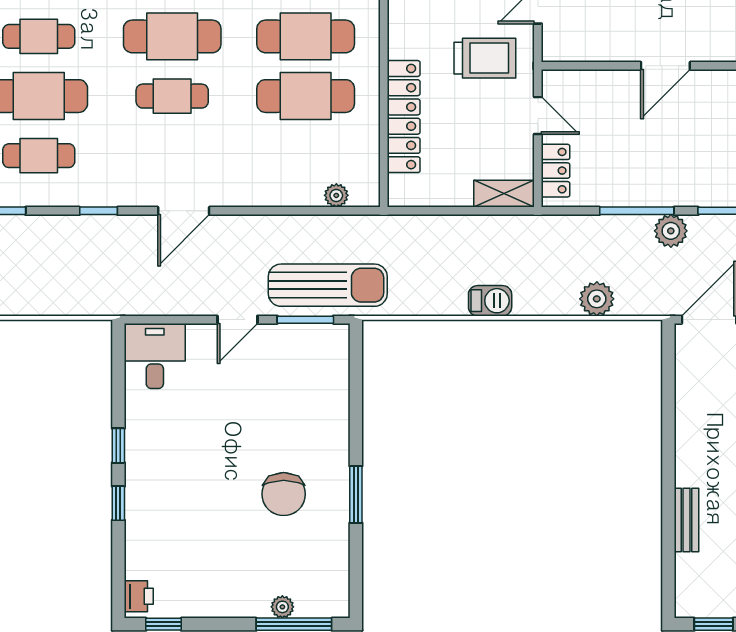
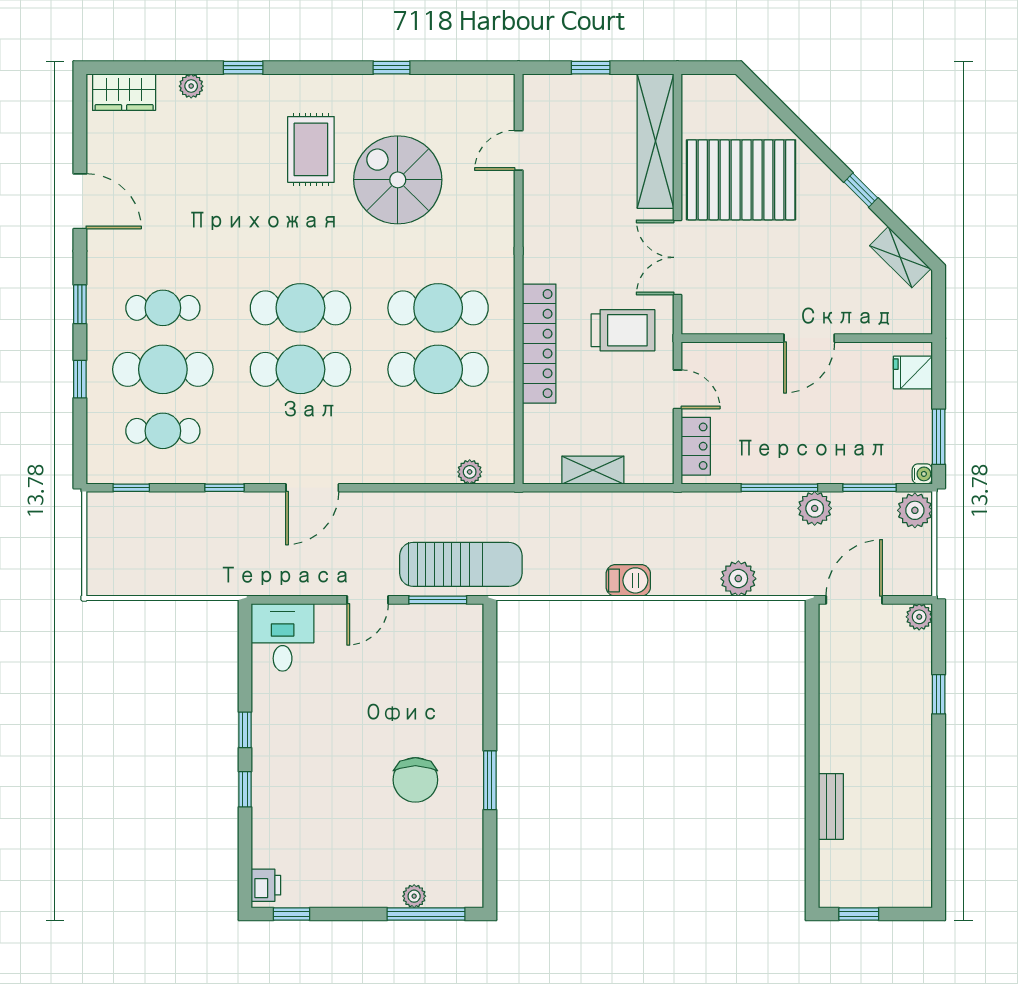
cafe table: (172, 96) -> (300, 369), width x1.37, depth x1.35
locker: (404, 117) -> (539, 344), moved
shelving: (504, 194) -> (593, 470), moved

